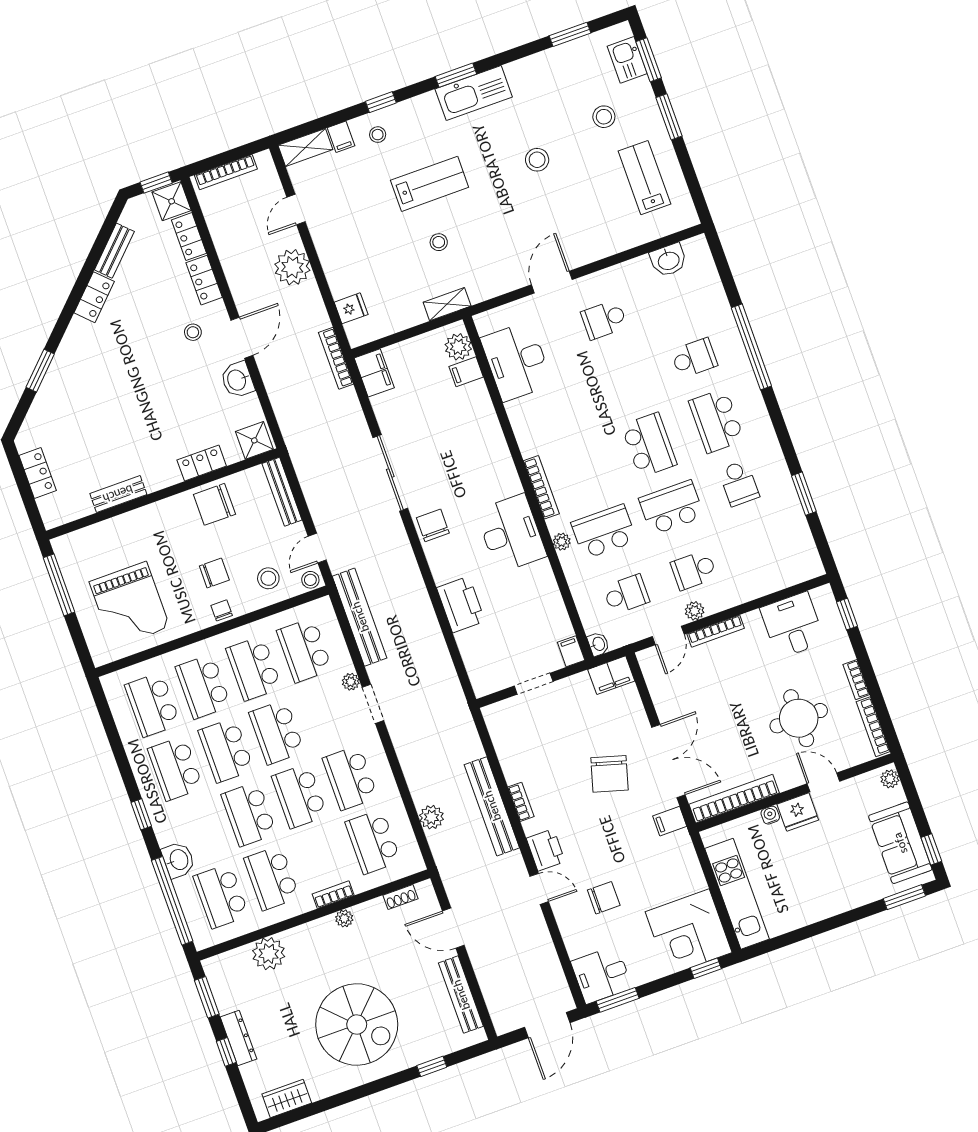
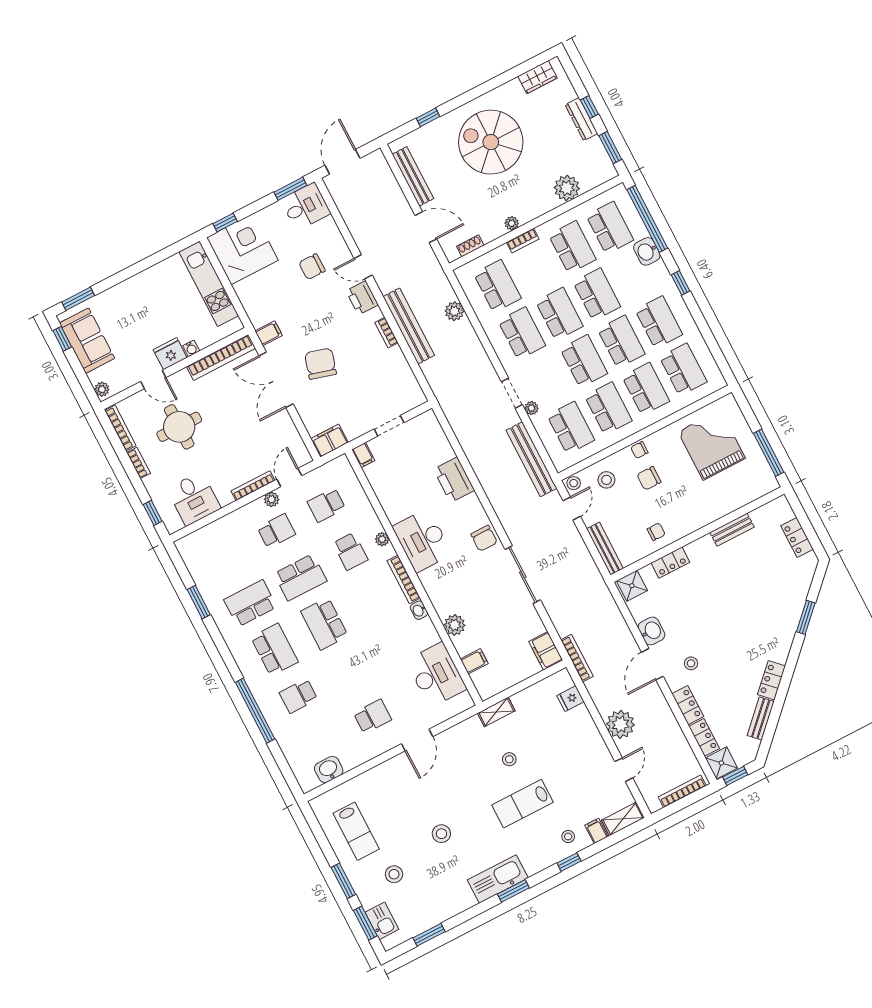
plant: (458, 347) -> (455, 625), moved
school desk: (739, 483) -> (250, 603), width x1.85
chair: (214, 504) -> (656, 532), width x0.54, depth x0.54
school desk: (604, 532) -> (350, 551), width x0.54
chair: (222, 610) -> (639, 450), turned 90
washbasin: (598, 644) -> (419, 610), moved

